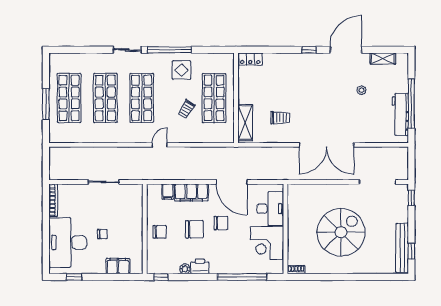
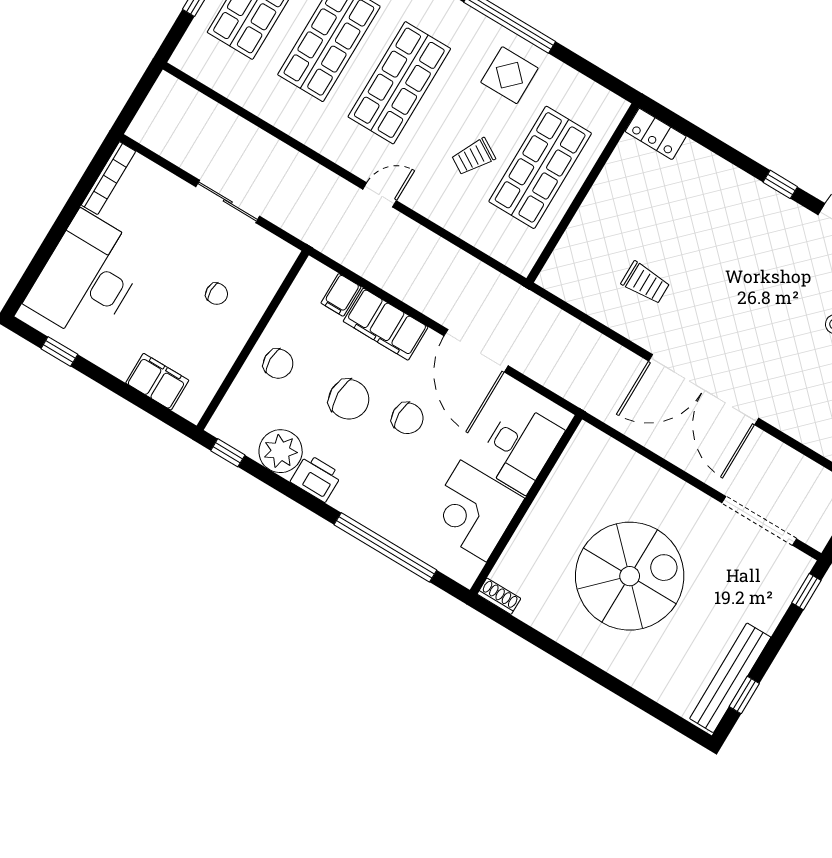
shelving: (245, 123) -> (572, 252), removed
chair: (102, 234) -> (217, 294), moved
plant: (185, 269) -> (281, 451), width x1.88, depth x1.88

